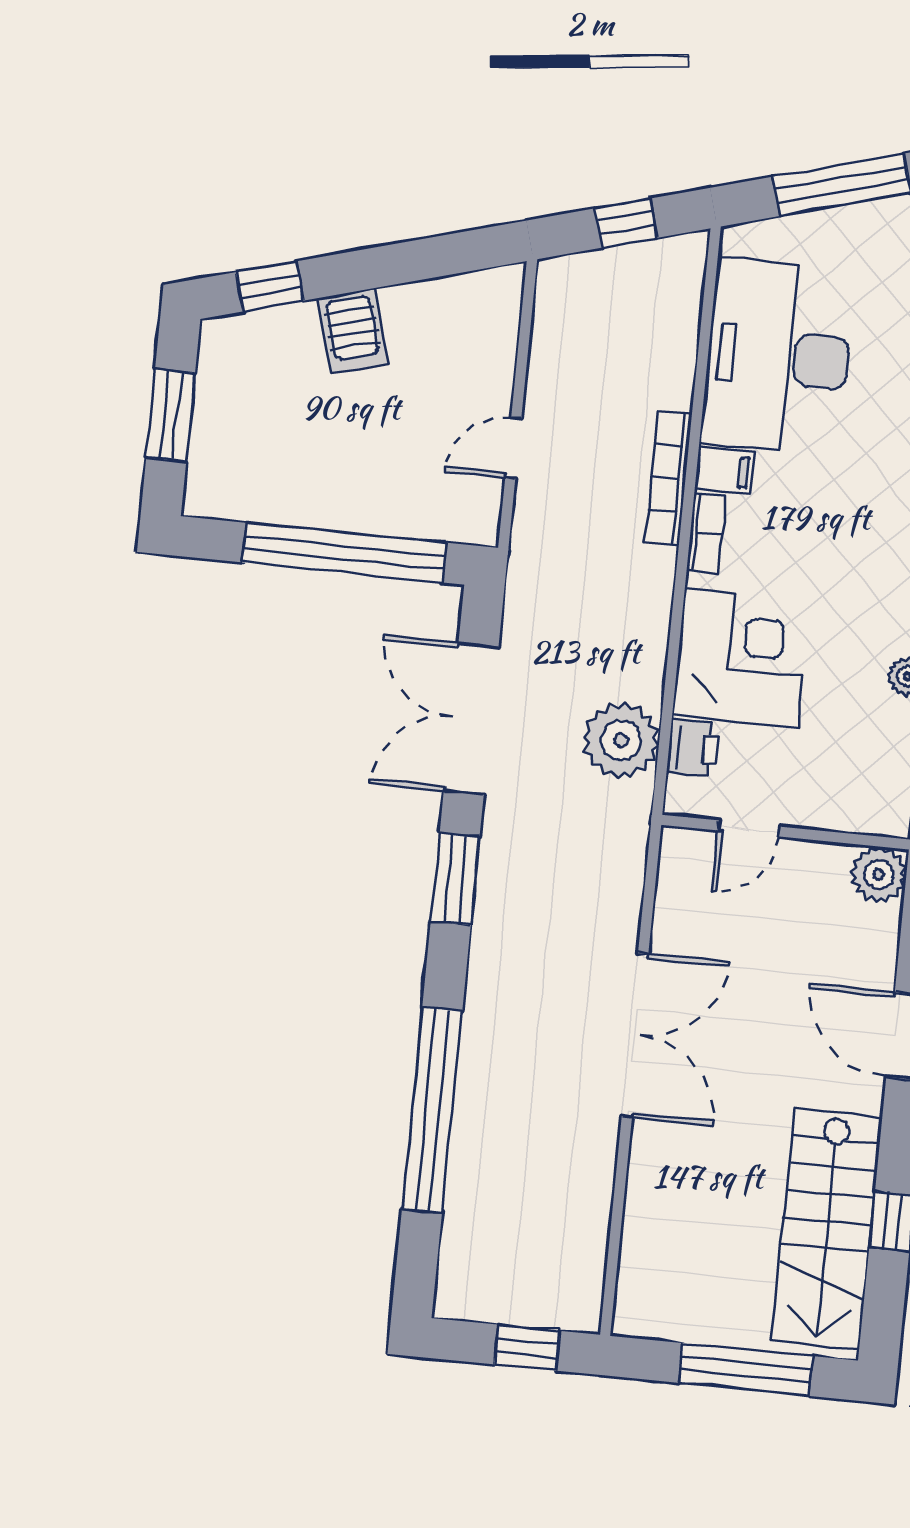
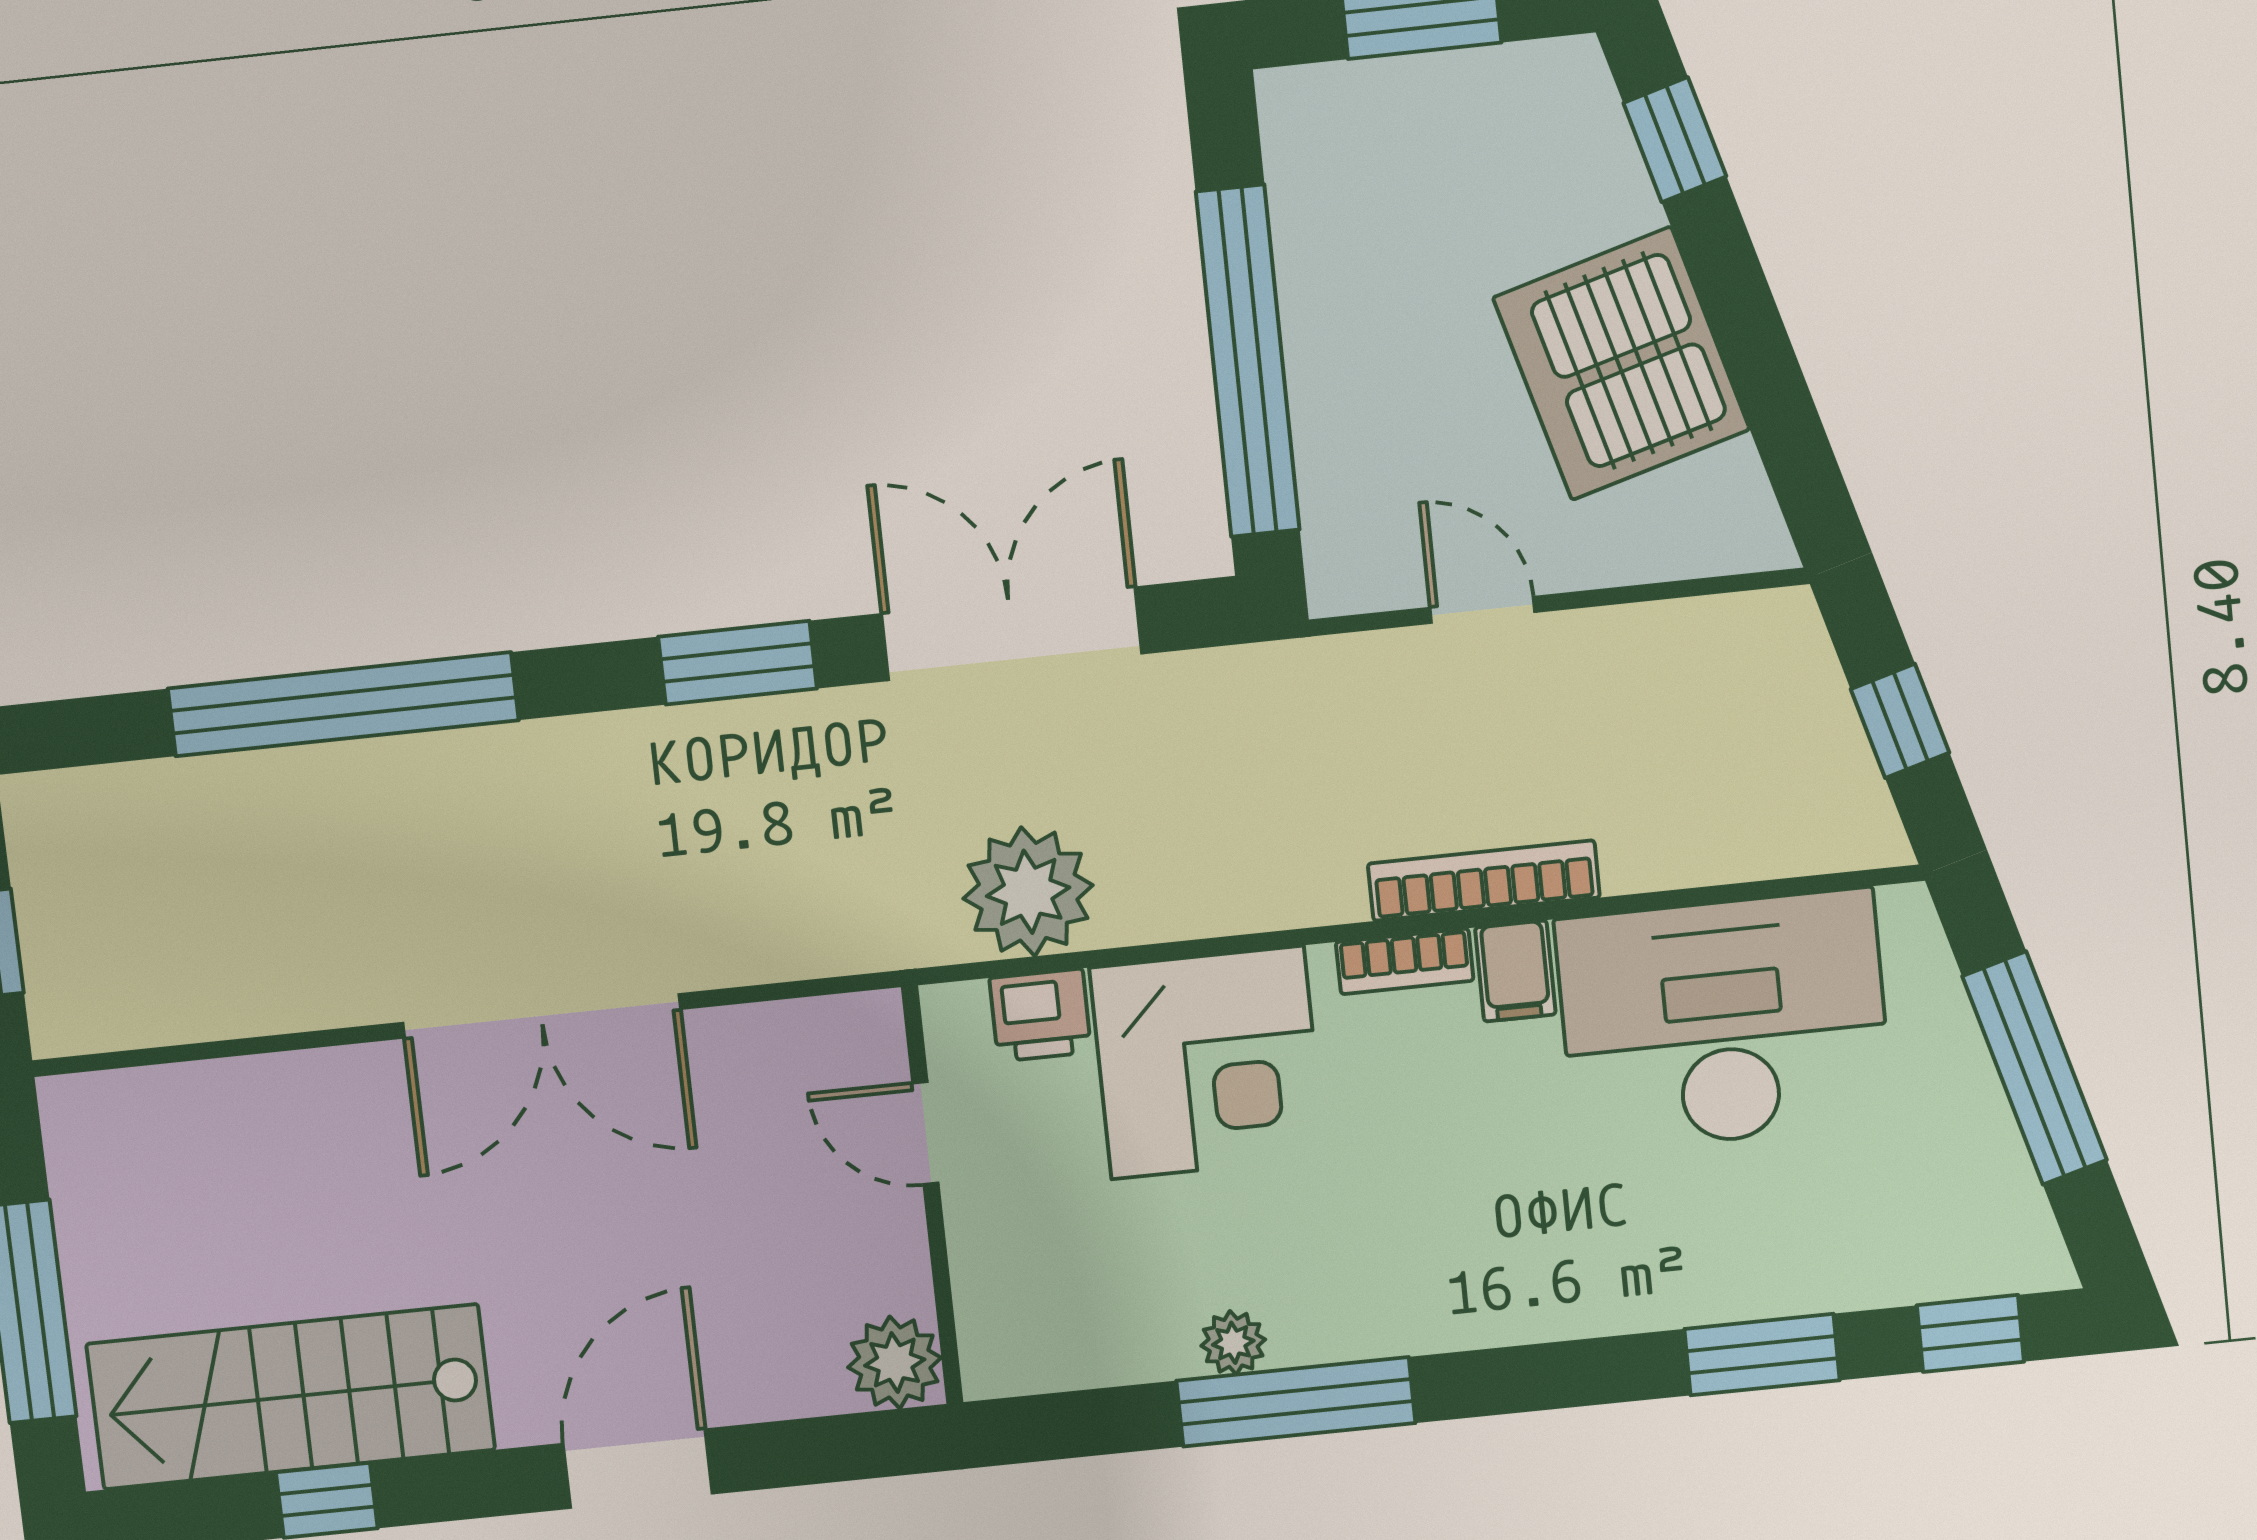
server rack: (353, 331) -> (1621, 363), width x2.18, depth x1.44

